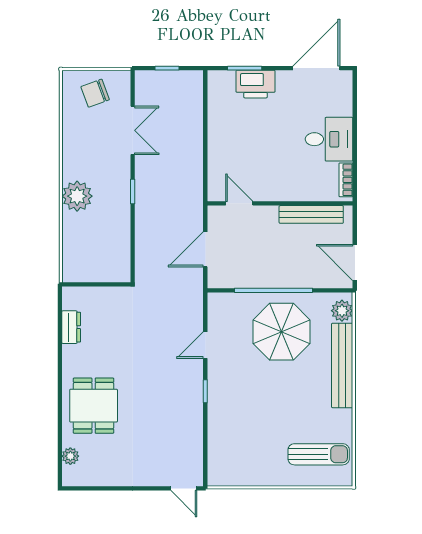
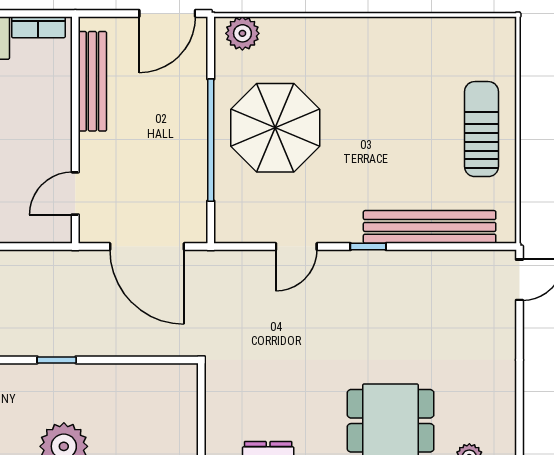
door: (205, 249) -> (147, 247), width x1.36
door: (205, 345) -> (296, 247), hinge flipped
bench: (342, 365) -> (430, 227), moved
sun lounger: (319, 454) -> (482, 129), moved

